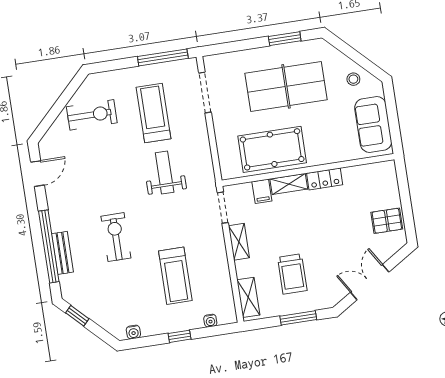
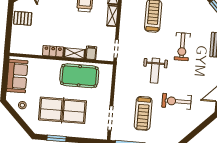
exercise bike: (92, 115) -> (177, 101), moved
weight bench: (165, 173) -> (155, 71), moved
shelving: (239, 242) -> (112, 16), moved

